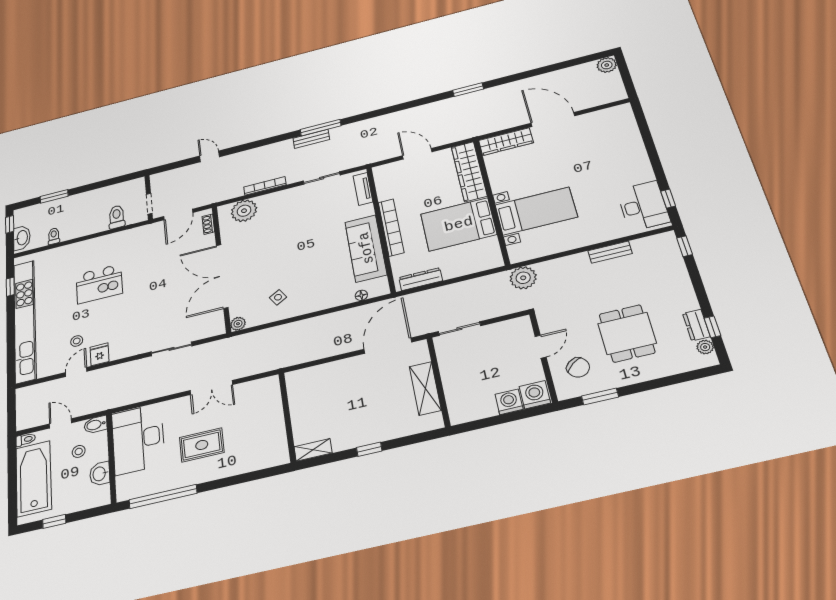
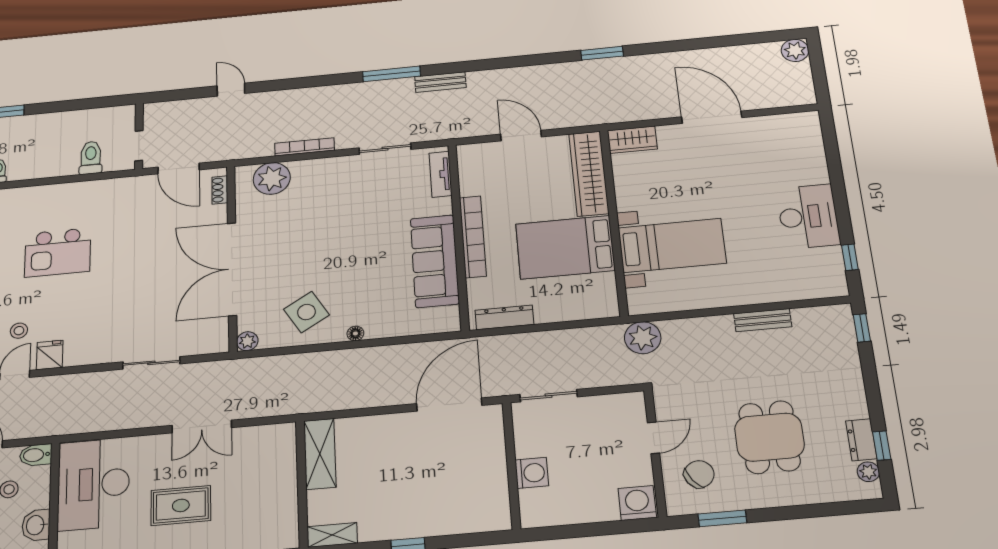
bench: (311, 139) -> (440, 82), moved
wardrobe: (506, 142) -> (632, 140), width x0.67
desk: (643, 206) -> (808, 216), moved
door: (178, 214) -> (179, 169), hinge flipped
floor lamp: (361, 295) -> (355, 333), moved
side table: (278, 297) -> (306, 312), width x1.87, depth x1.87
chair: (578, 367) -> (699, 474), turned -87
shelving: (425, 388) -> (320, 454), moved
washing machine: (509, 402) -> (532, 473), moved, turned 90

